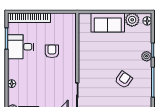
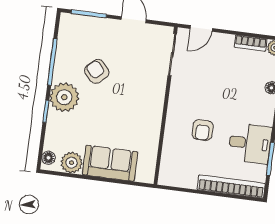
plant: (147, 56) -> (64, 97), width x1.88, depth x1.88
armchair: (124, 80) -> (97, 71), turned 103

